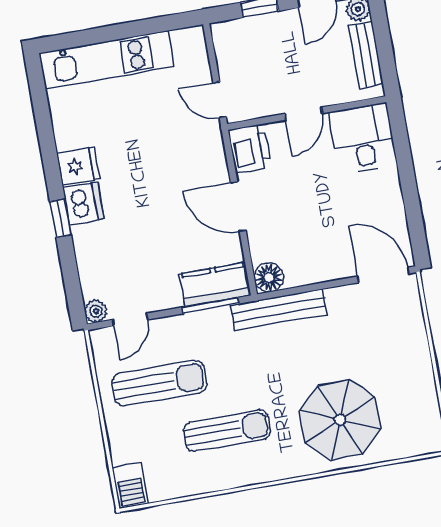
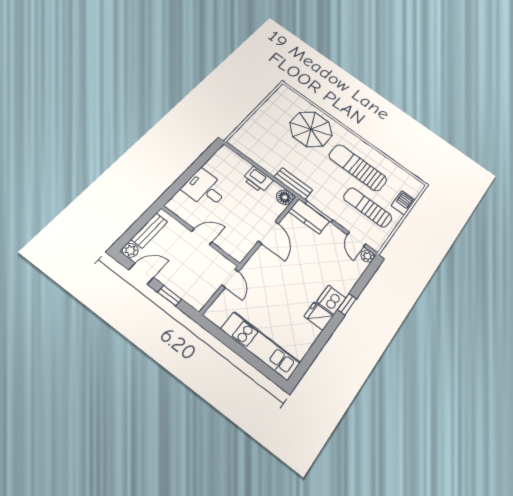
desk: (363, 139) -> (205, 189), moved, turned 90
printer: (250, 148) -> (258, 180), moved, turned -90
door: (383, 275) -> (240, 153), removed
bench: (279, 310) -> (293, 183), width x0.73
door: (130, 320) -> (356, 239), swing flipped
sun lounger: (227, 431) -> (358, 168), width x1.36, depth x1.34
barbecue: (130, 486) -> (403, 203), moved

